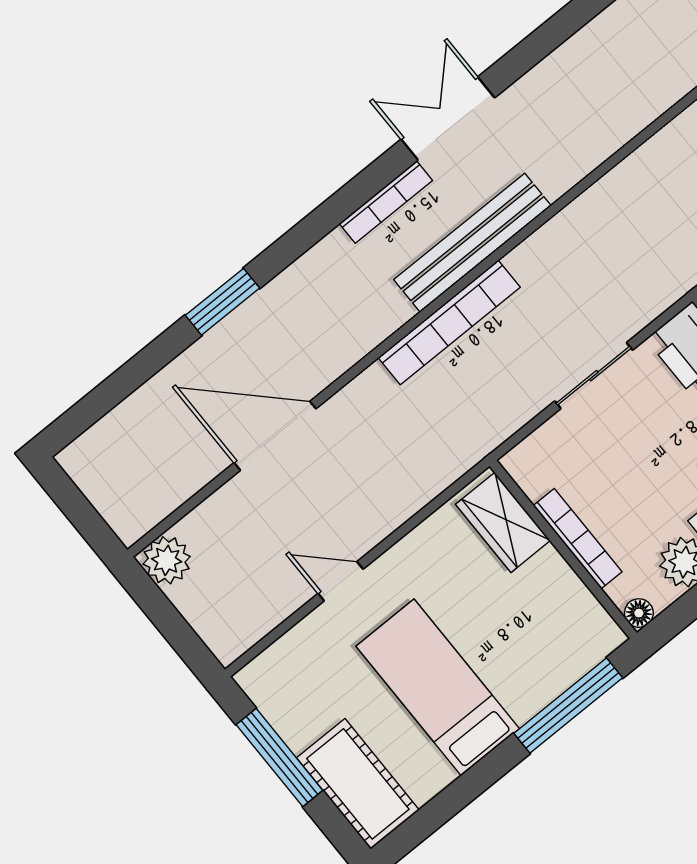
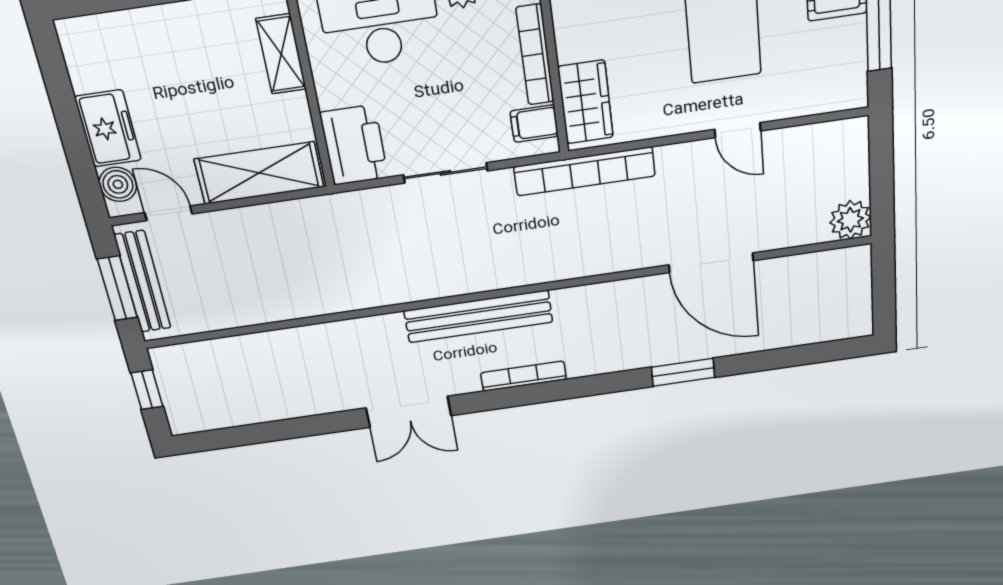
double door: (448, 119) -> (409, 412), moved
bookcase: (449, 322) -> (585, 171), moved, turned 180
filing cabinet: (538, 474) -> (534, 124), added

